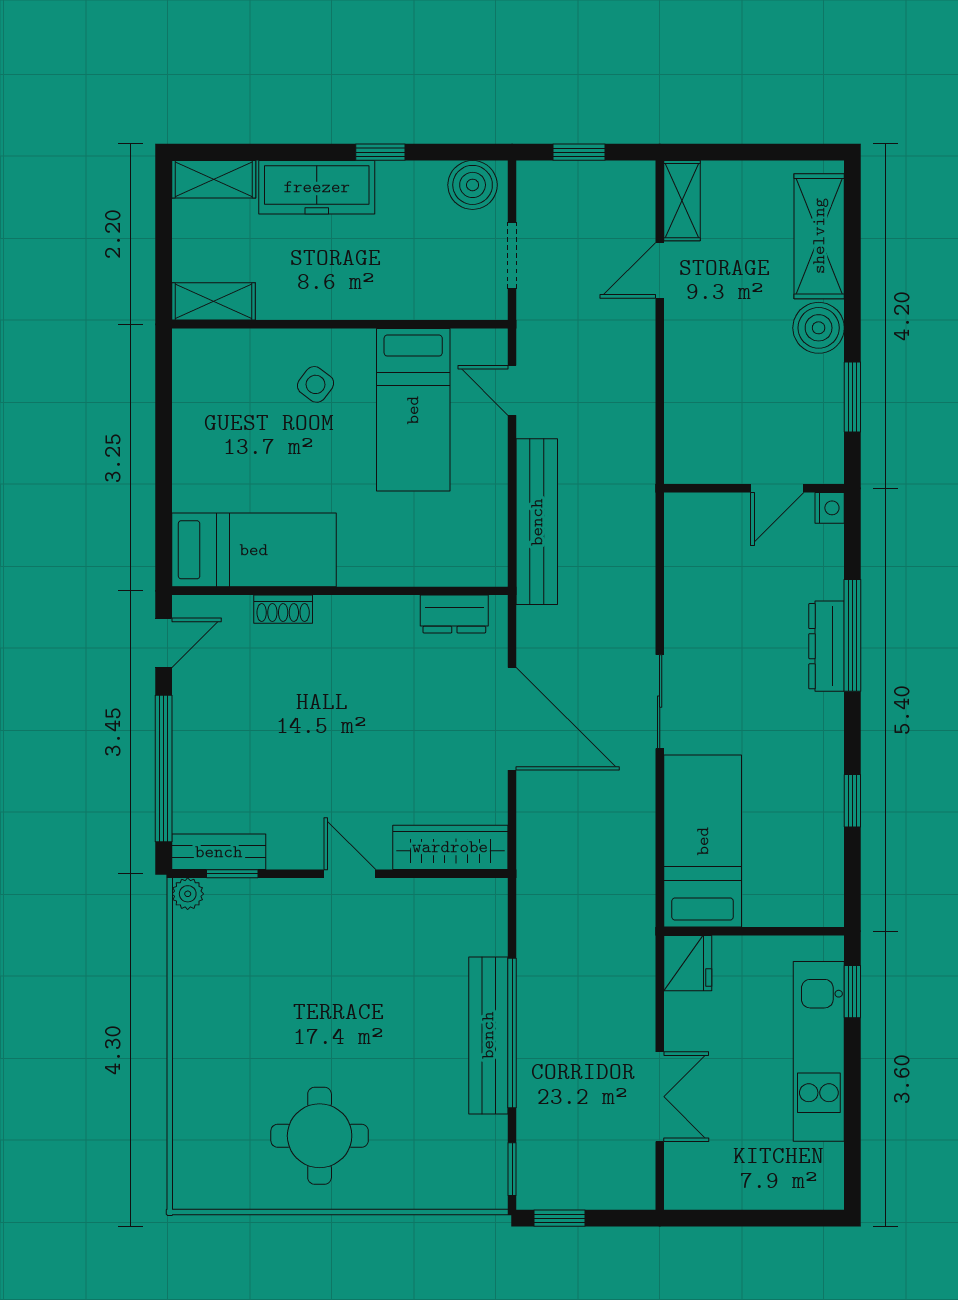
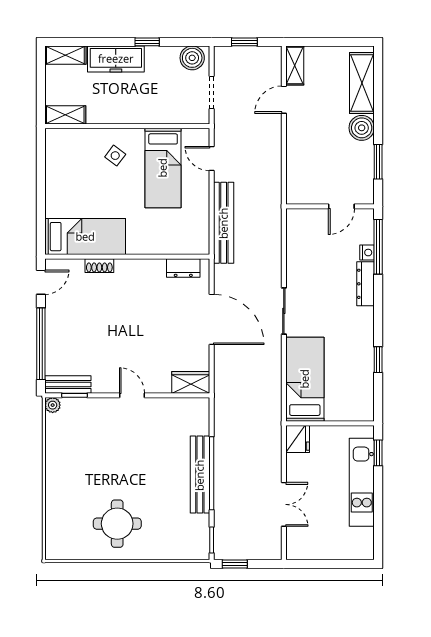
nightstand: (830, 508) -> (367, 253), moved
window: (852, 635) -> (378, 247), moved
wardrobe: (450, 847) -> (191, 382), width x0.67

